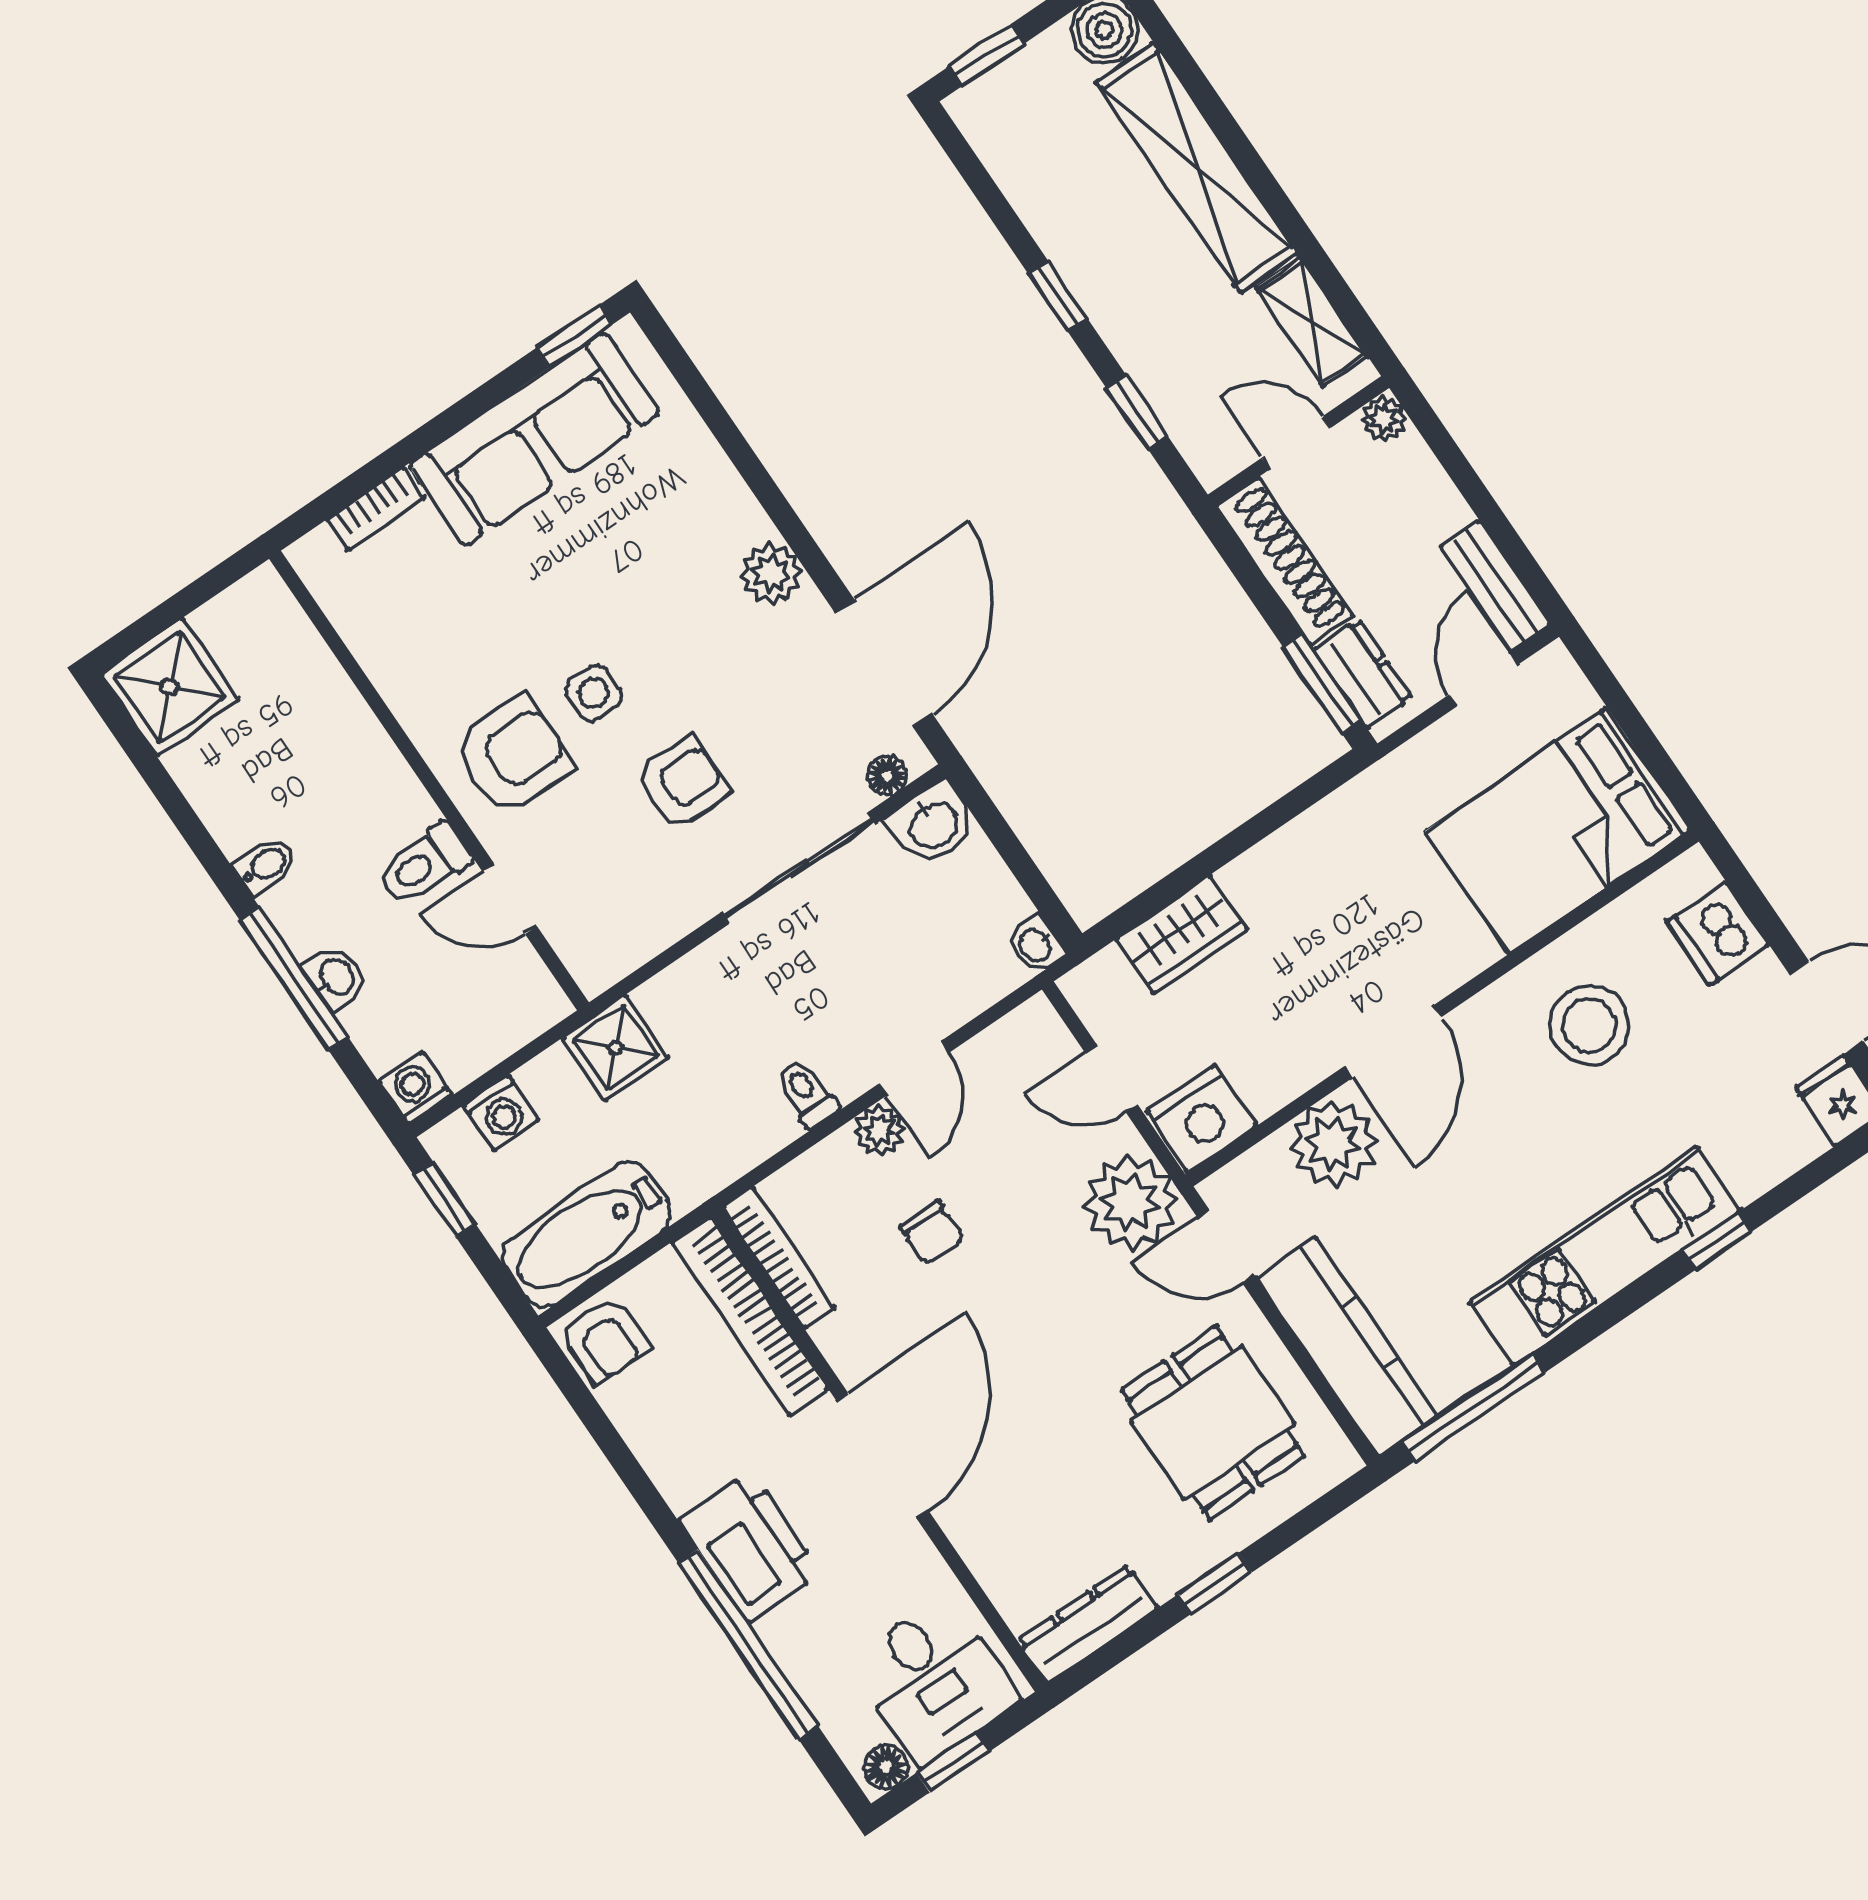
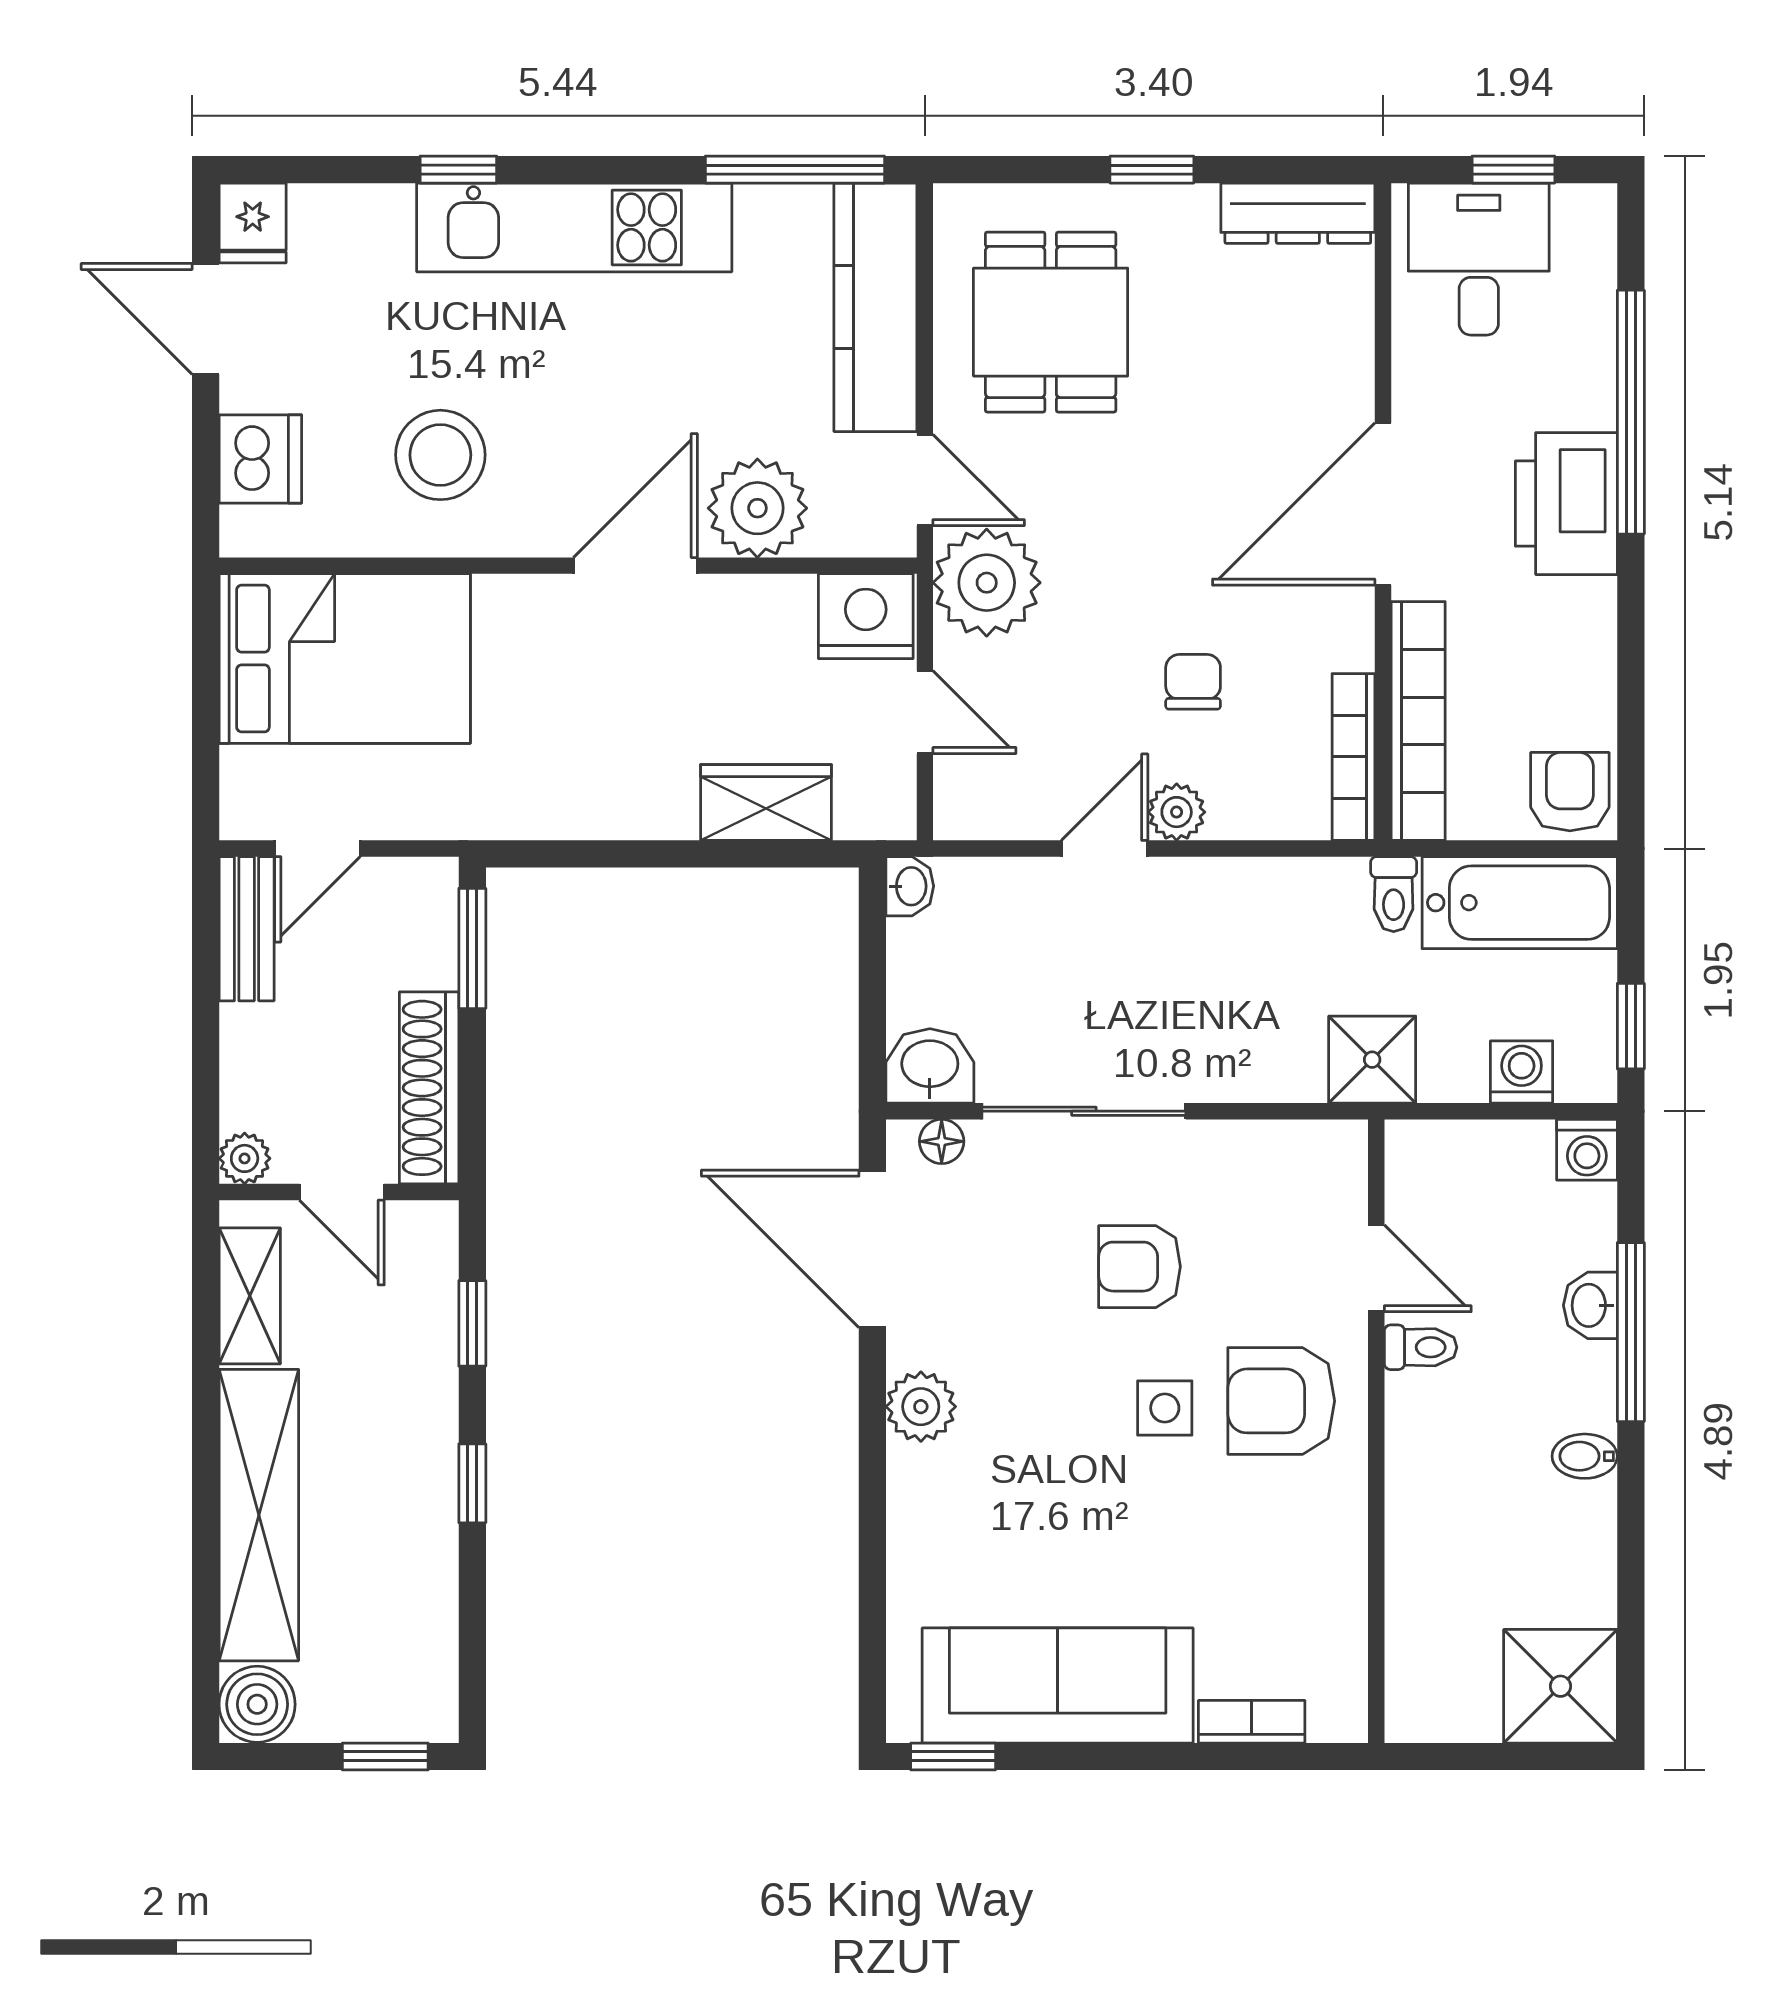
door: (884, 664) -> (872, 1249), hinge flipped
dresser: (1363, 674) -> (428, 931), removed
toilet: (424, 864) -> (1421, 1347), width x0.73, depth x0.72
toilet: (807, 1093) -> (1394, 894), moved
floor lamp: (886, 1767) -> (1580, 208), removed

